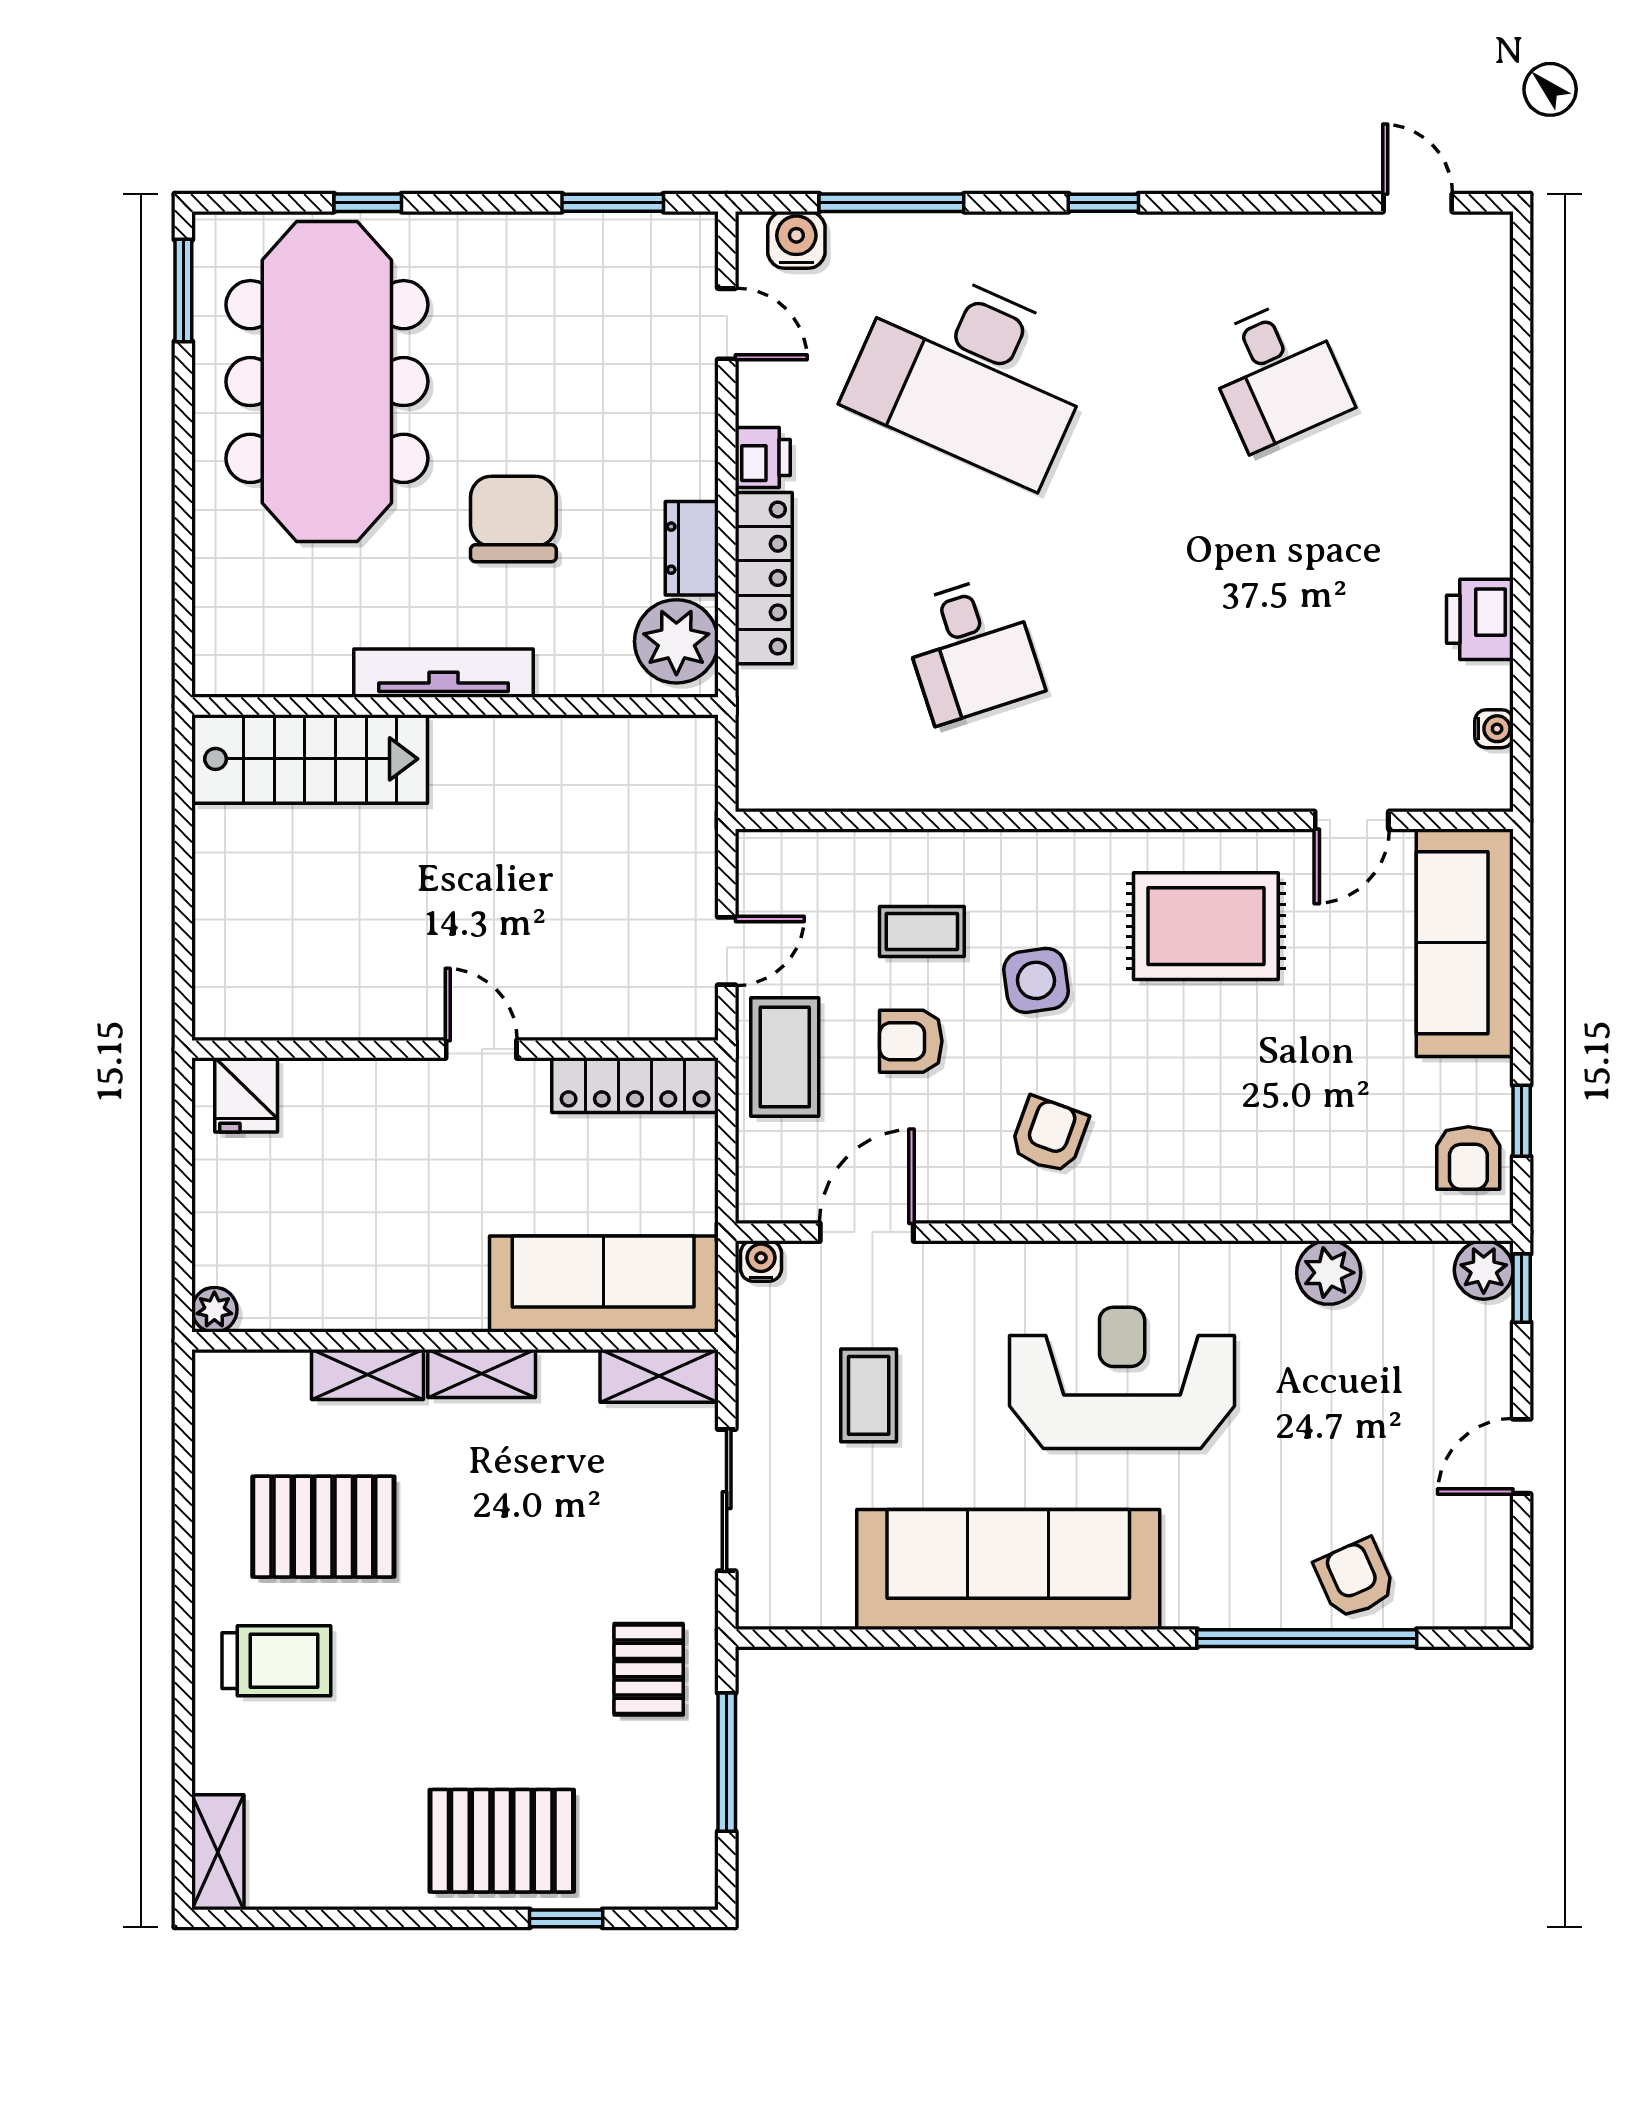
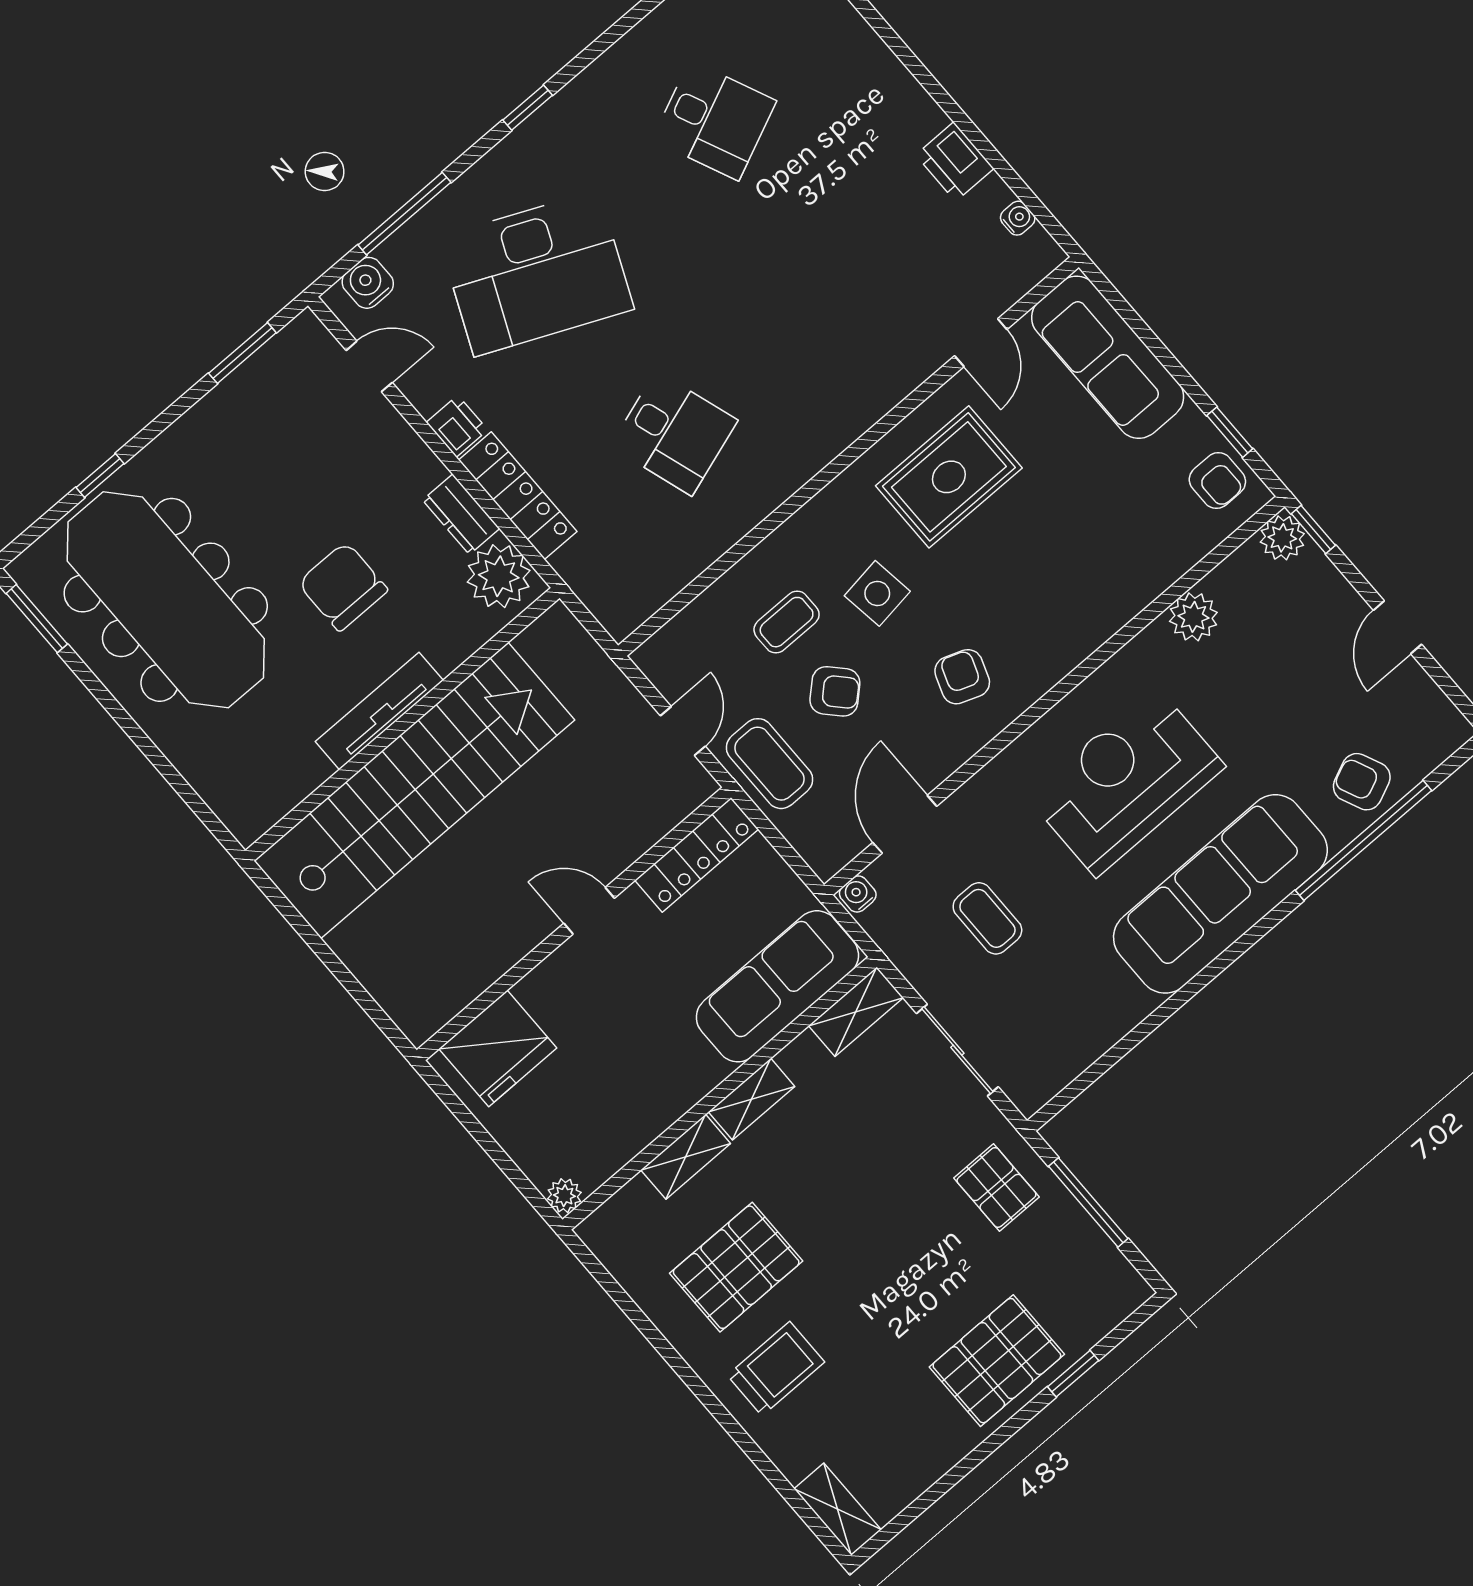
stairs: (310, 759) -> (414, 790), width x1.86, depth x1.51
armchair: (911, 1041) -> (835, 691), turned -133
fridge: (246, 1095) -> (498, 1048), width x1.88, depth x1.34
sofa: (1008, 1569) -> (1220, 894), moved

